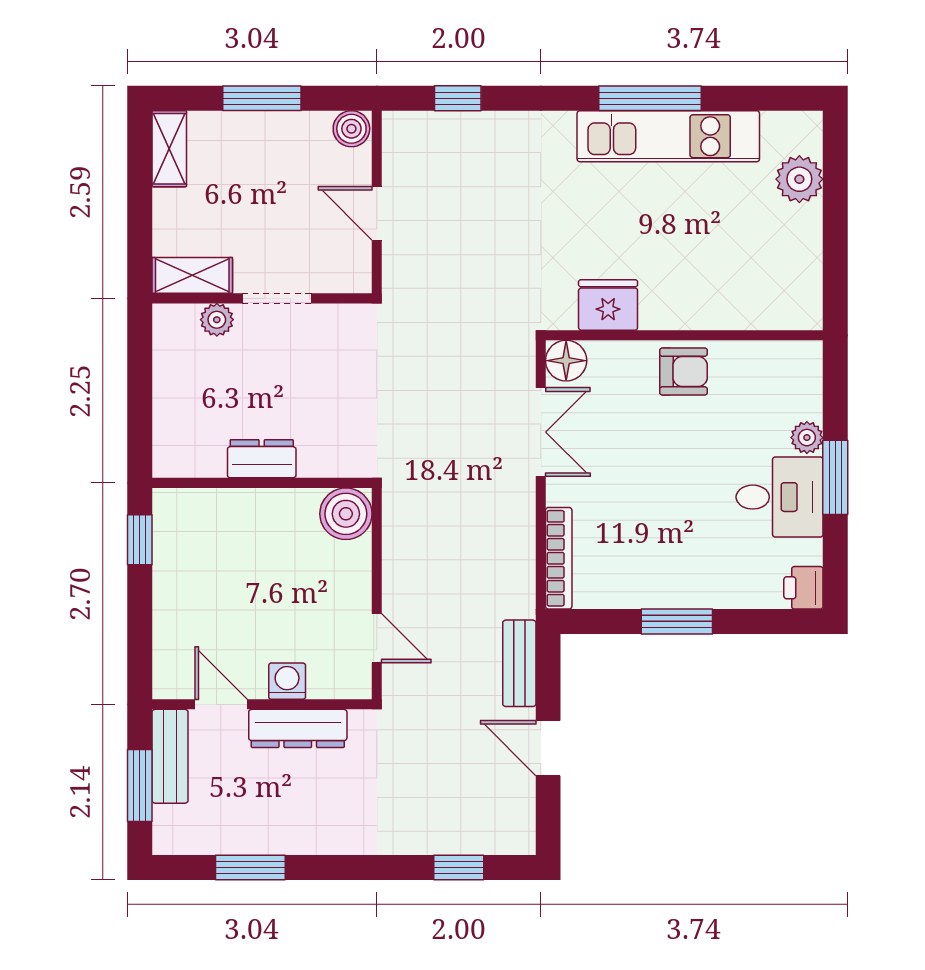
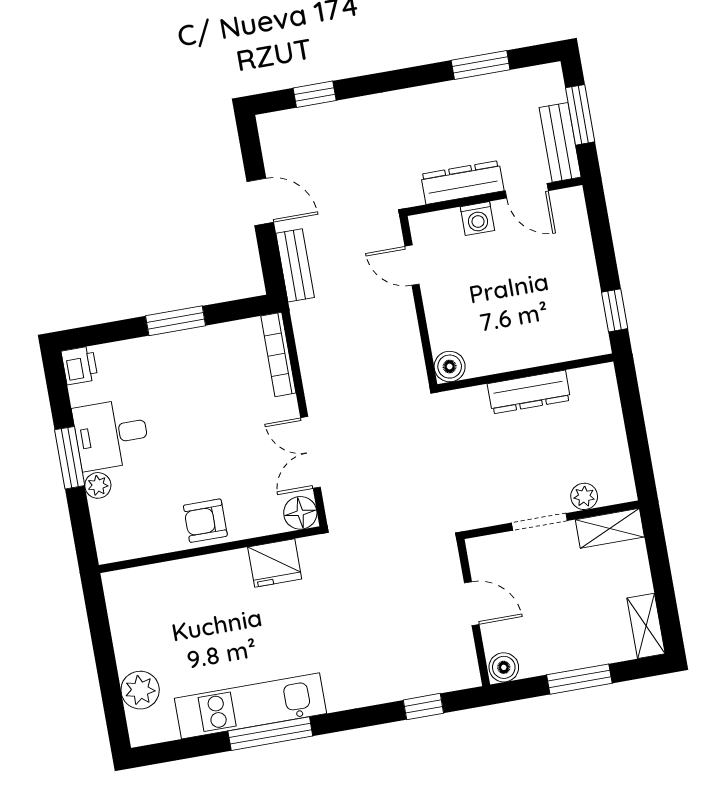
dresser: (262, 459) -> (529, 392), width x1.44
boiler: (346, 514) -> (450, 367), width x0.73, depth x0.73

